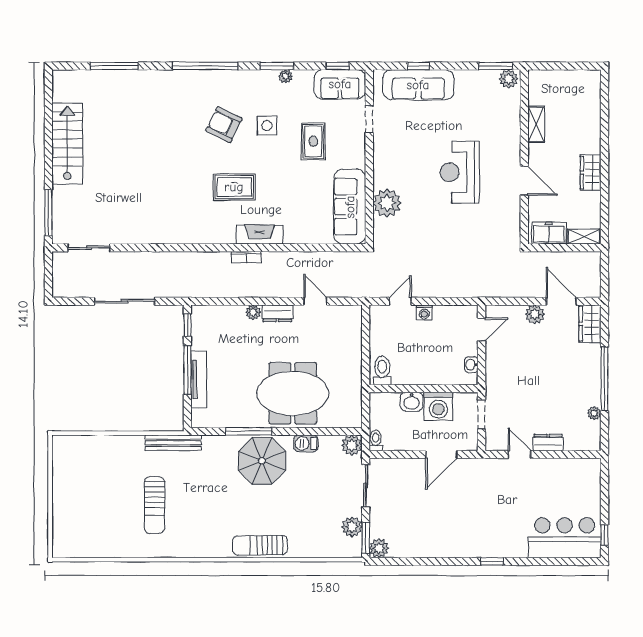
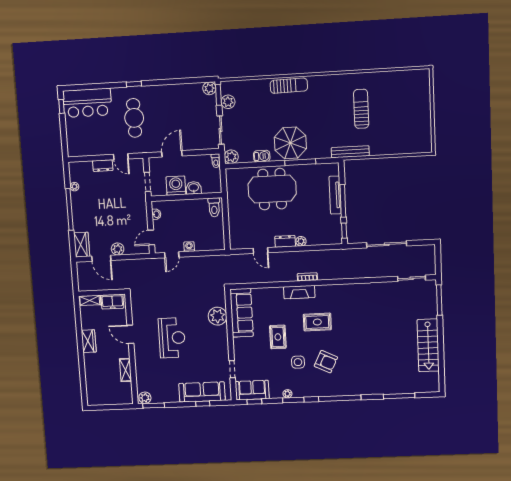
rug: (313, 141) -> (278, 337), moved
door: (400, 301) -> (172, 255), moved
cafe table: (495, 511) -> (134, 118), added

